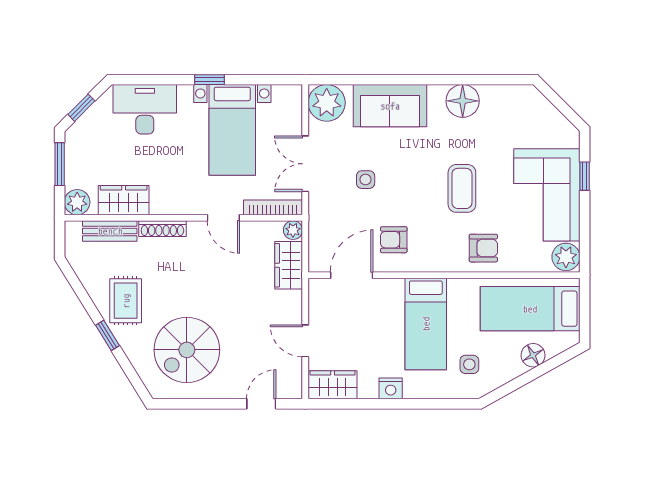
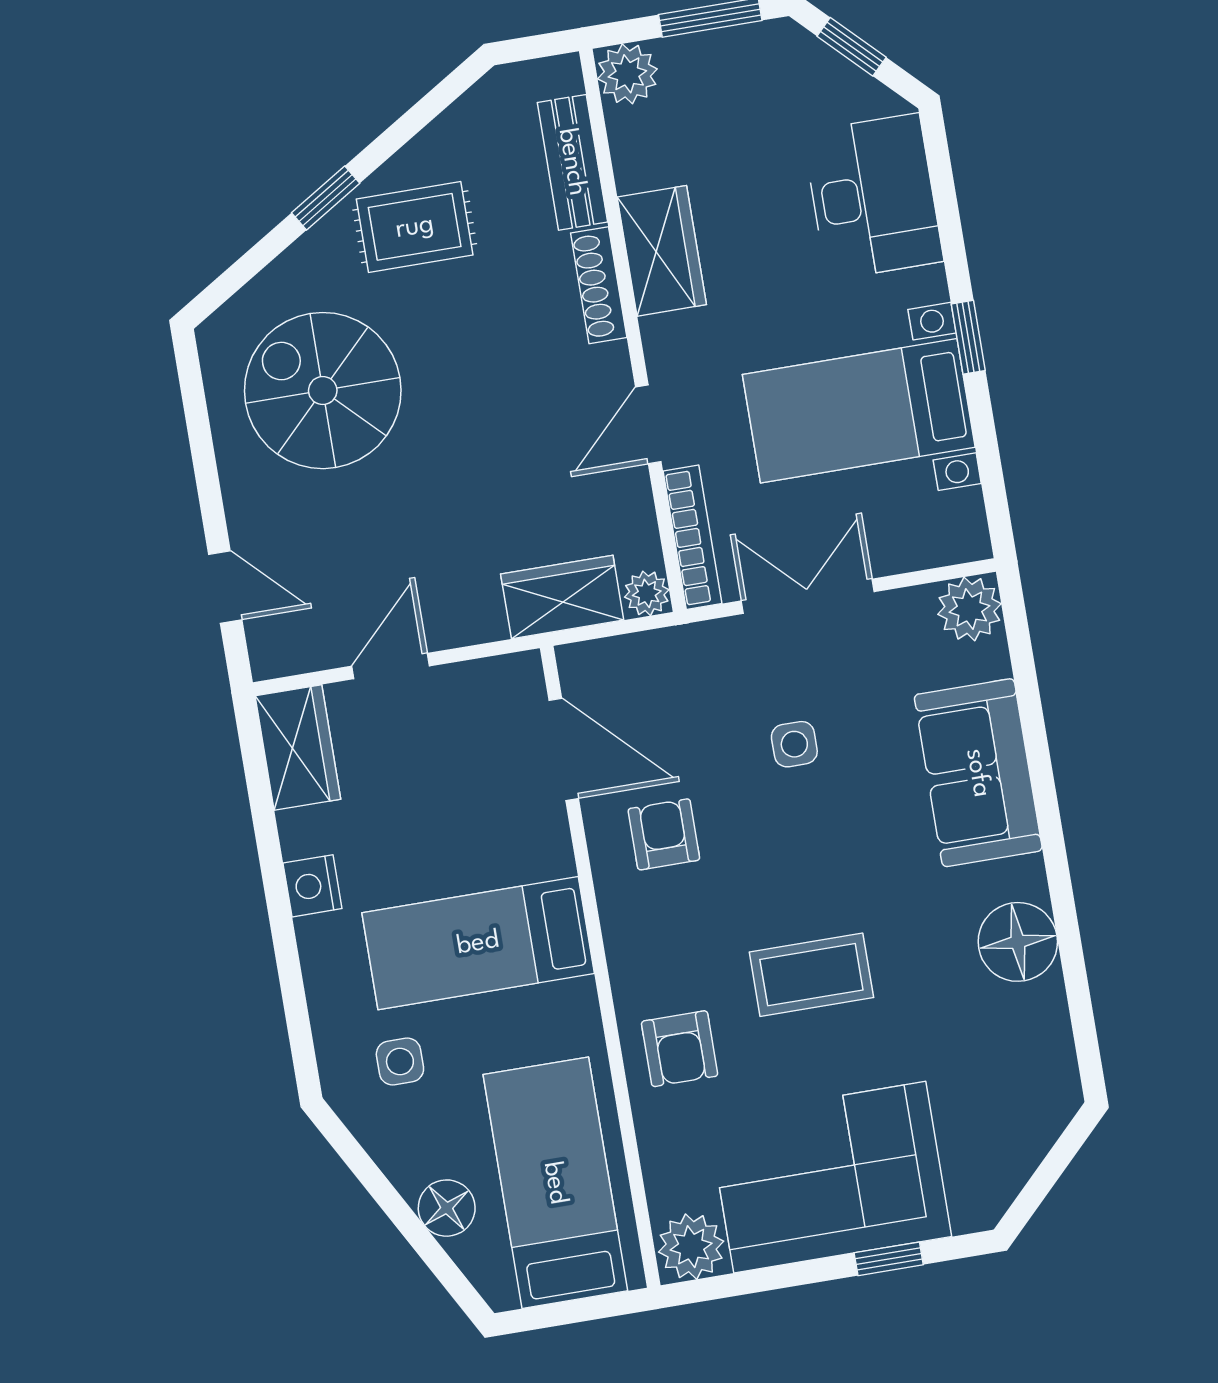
plant: (327, 103) -> (969, 609), width x0.73, depth x0.73
wardrobe: (124, 200) -> (662, 251), moved

